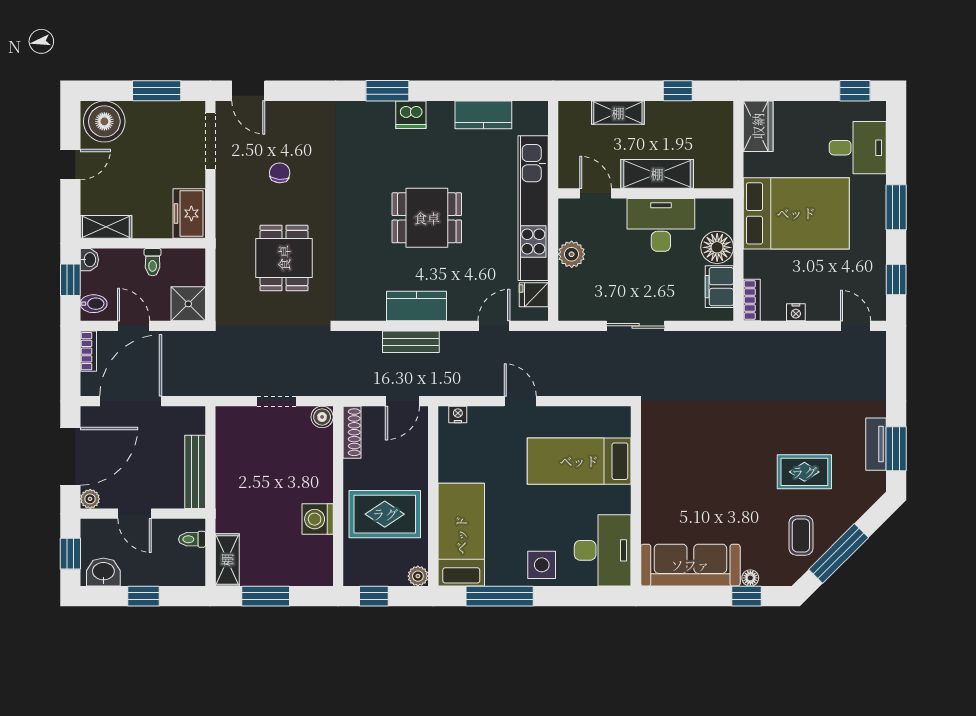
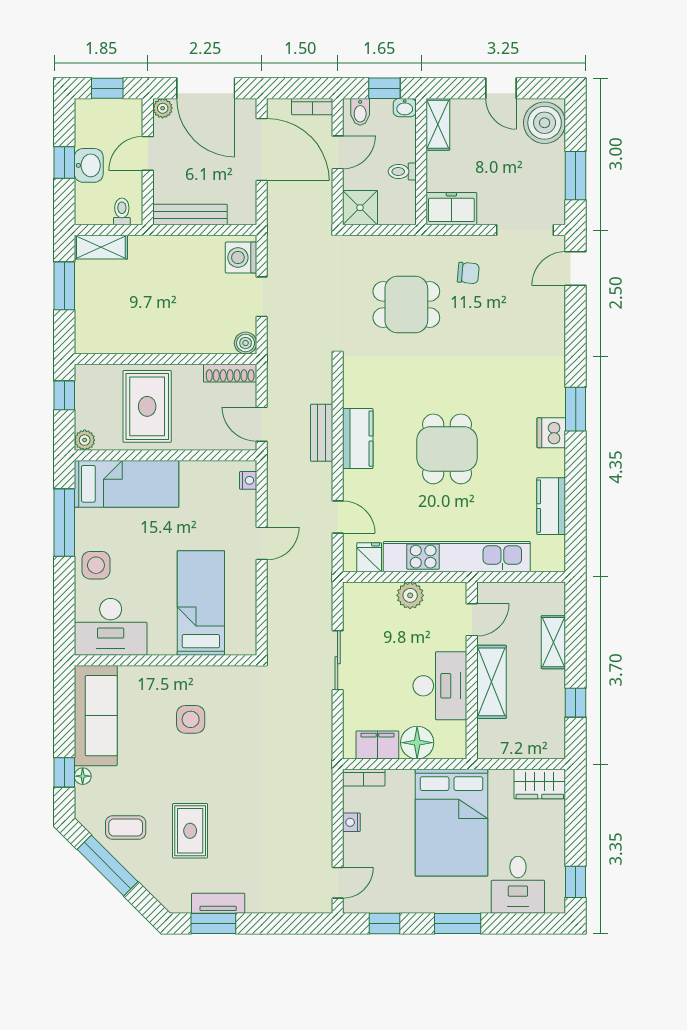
chair: (280, 173) -> (468, 273), moved
side table: (694, 471) -> (191, 719), added
washing machine: (318, 519) -> (241, 257), moved, turned -90
washbasin: (103, 572) -> (89, 165), moved

